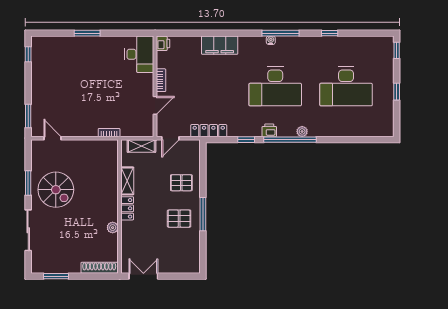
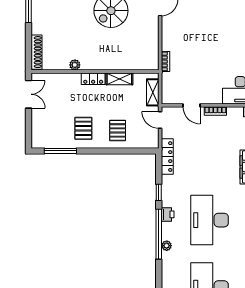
window: (203, 214) -> (60, 151), moved

